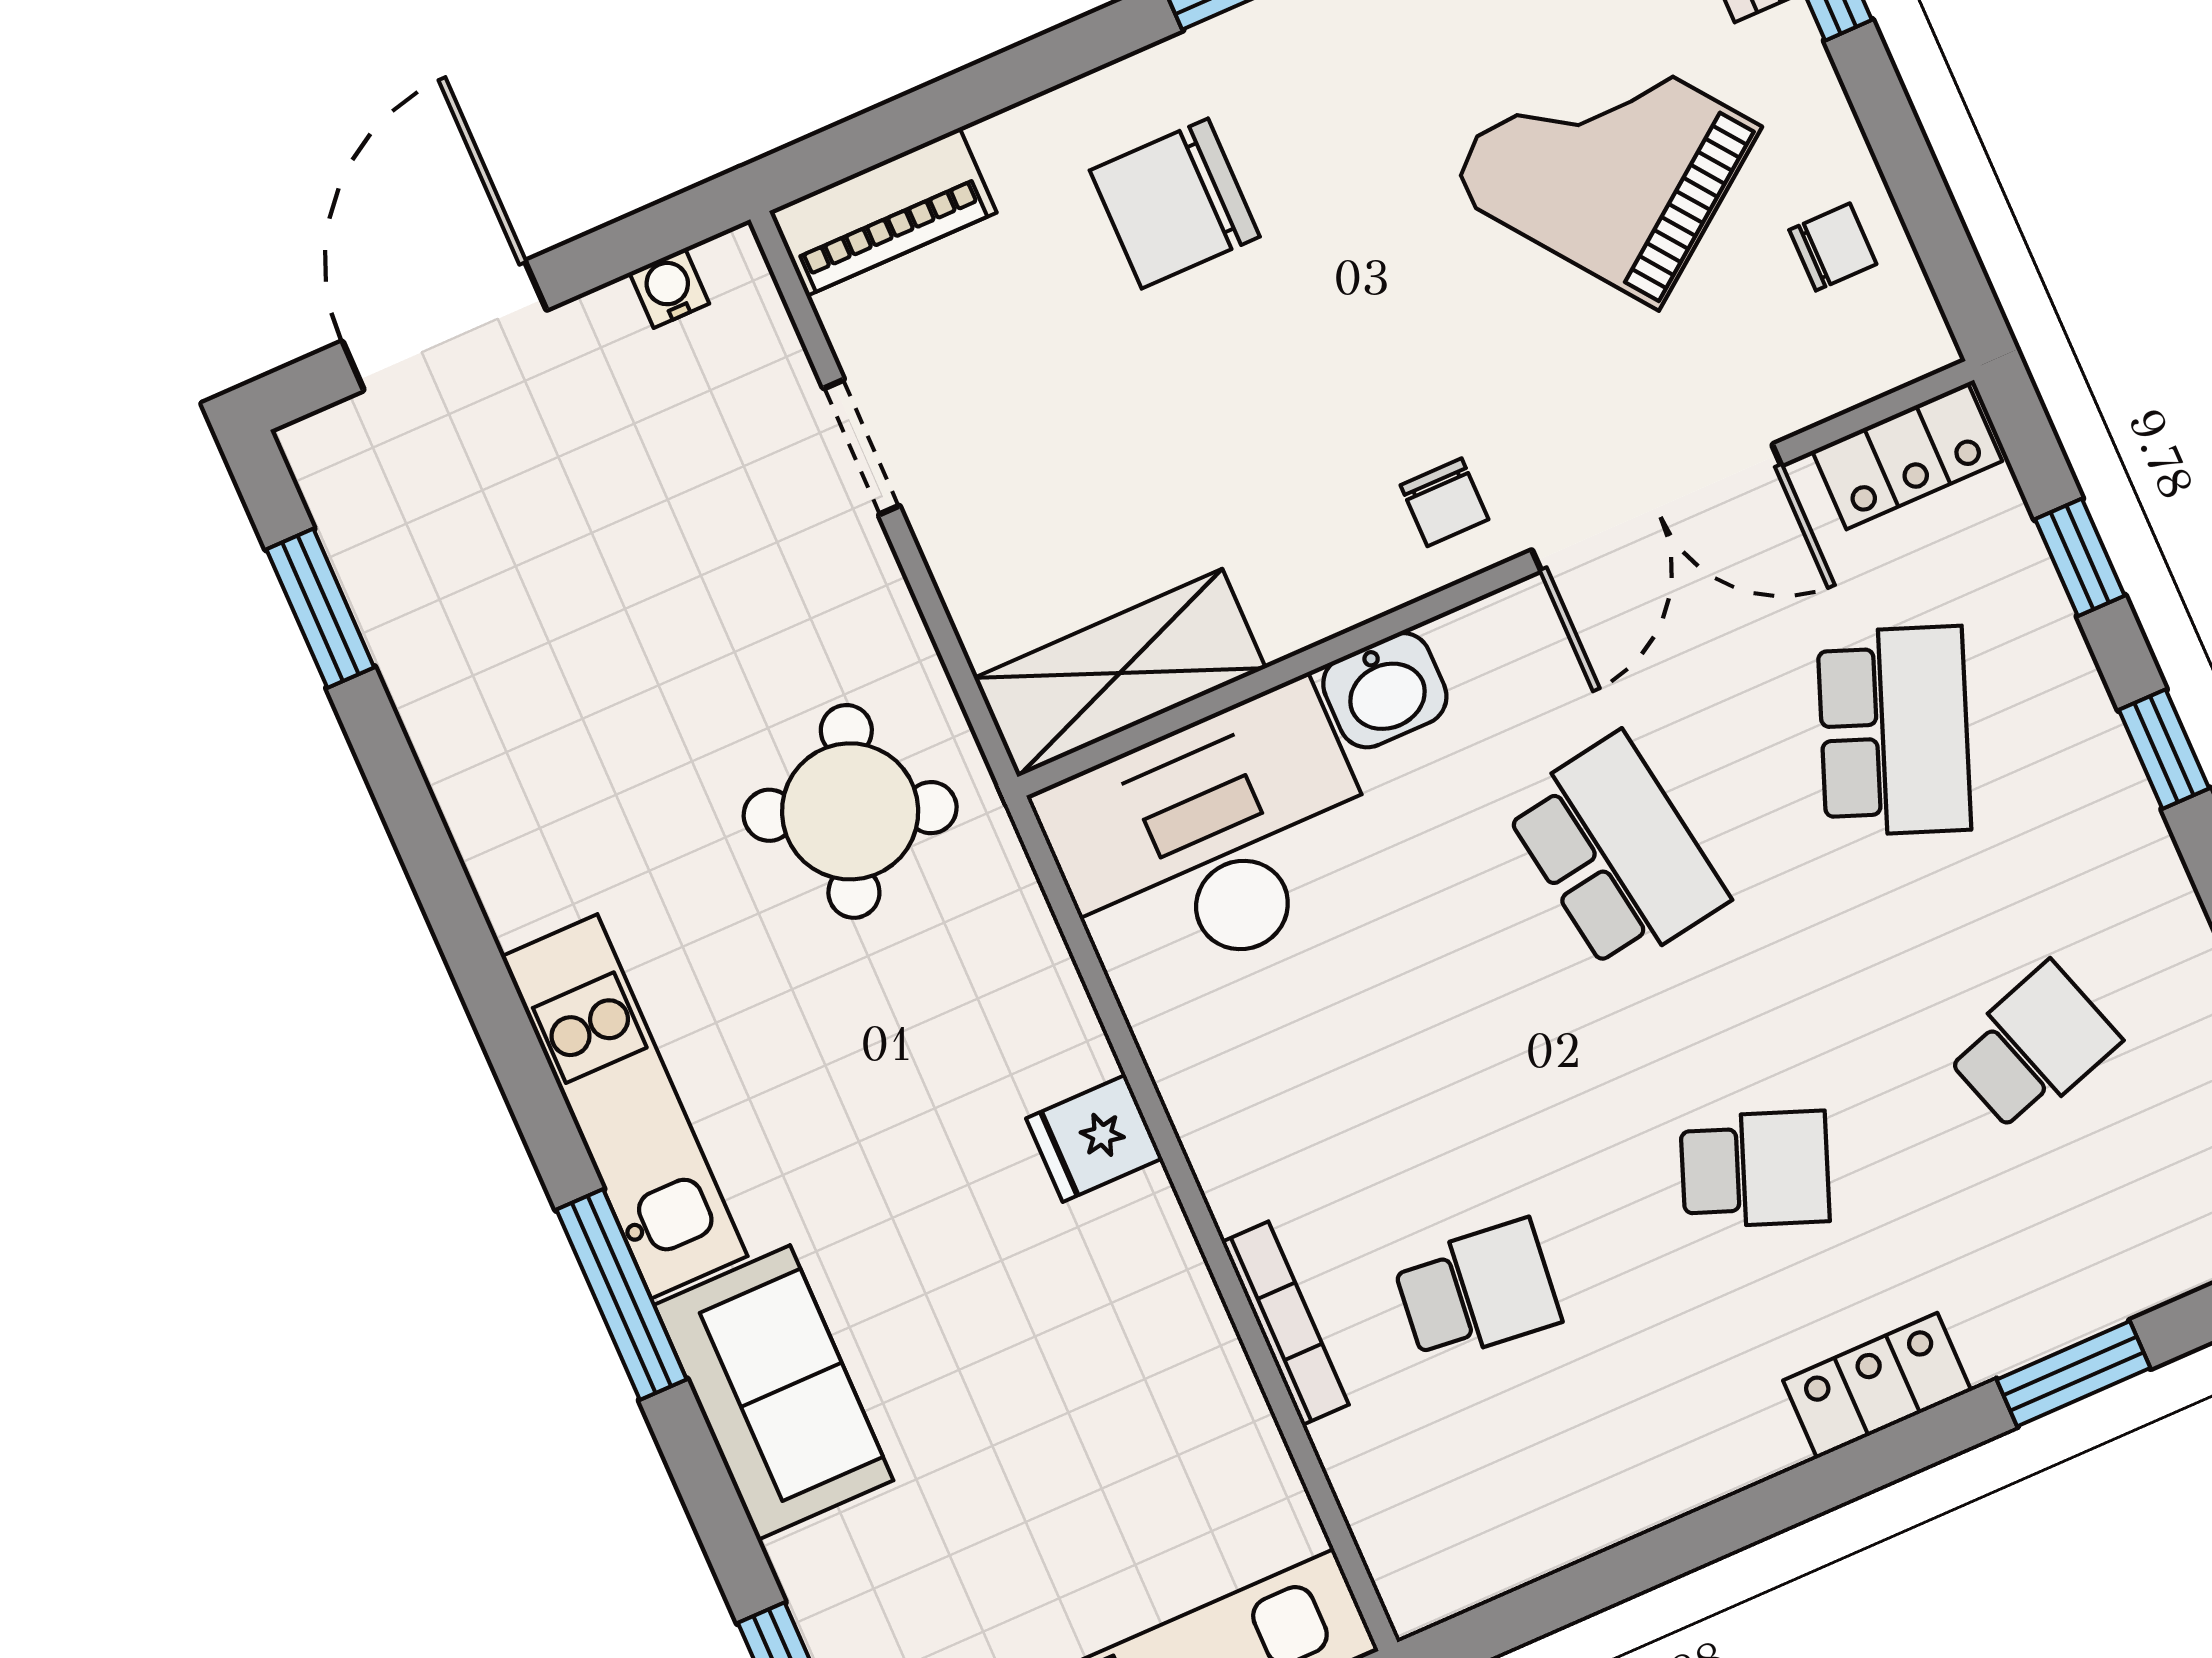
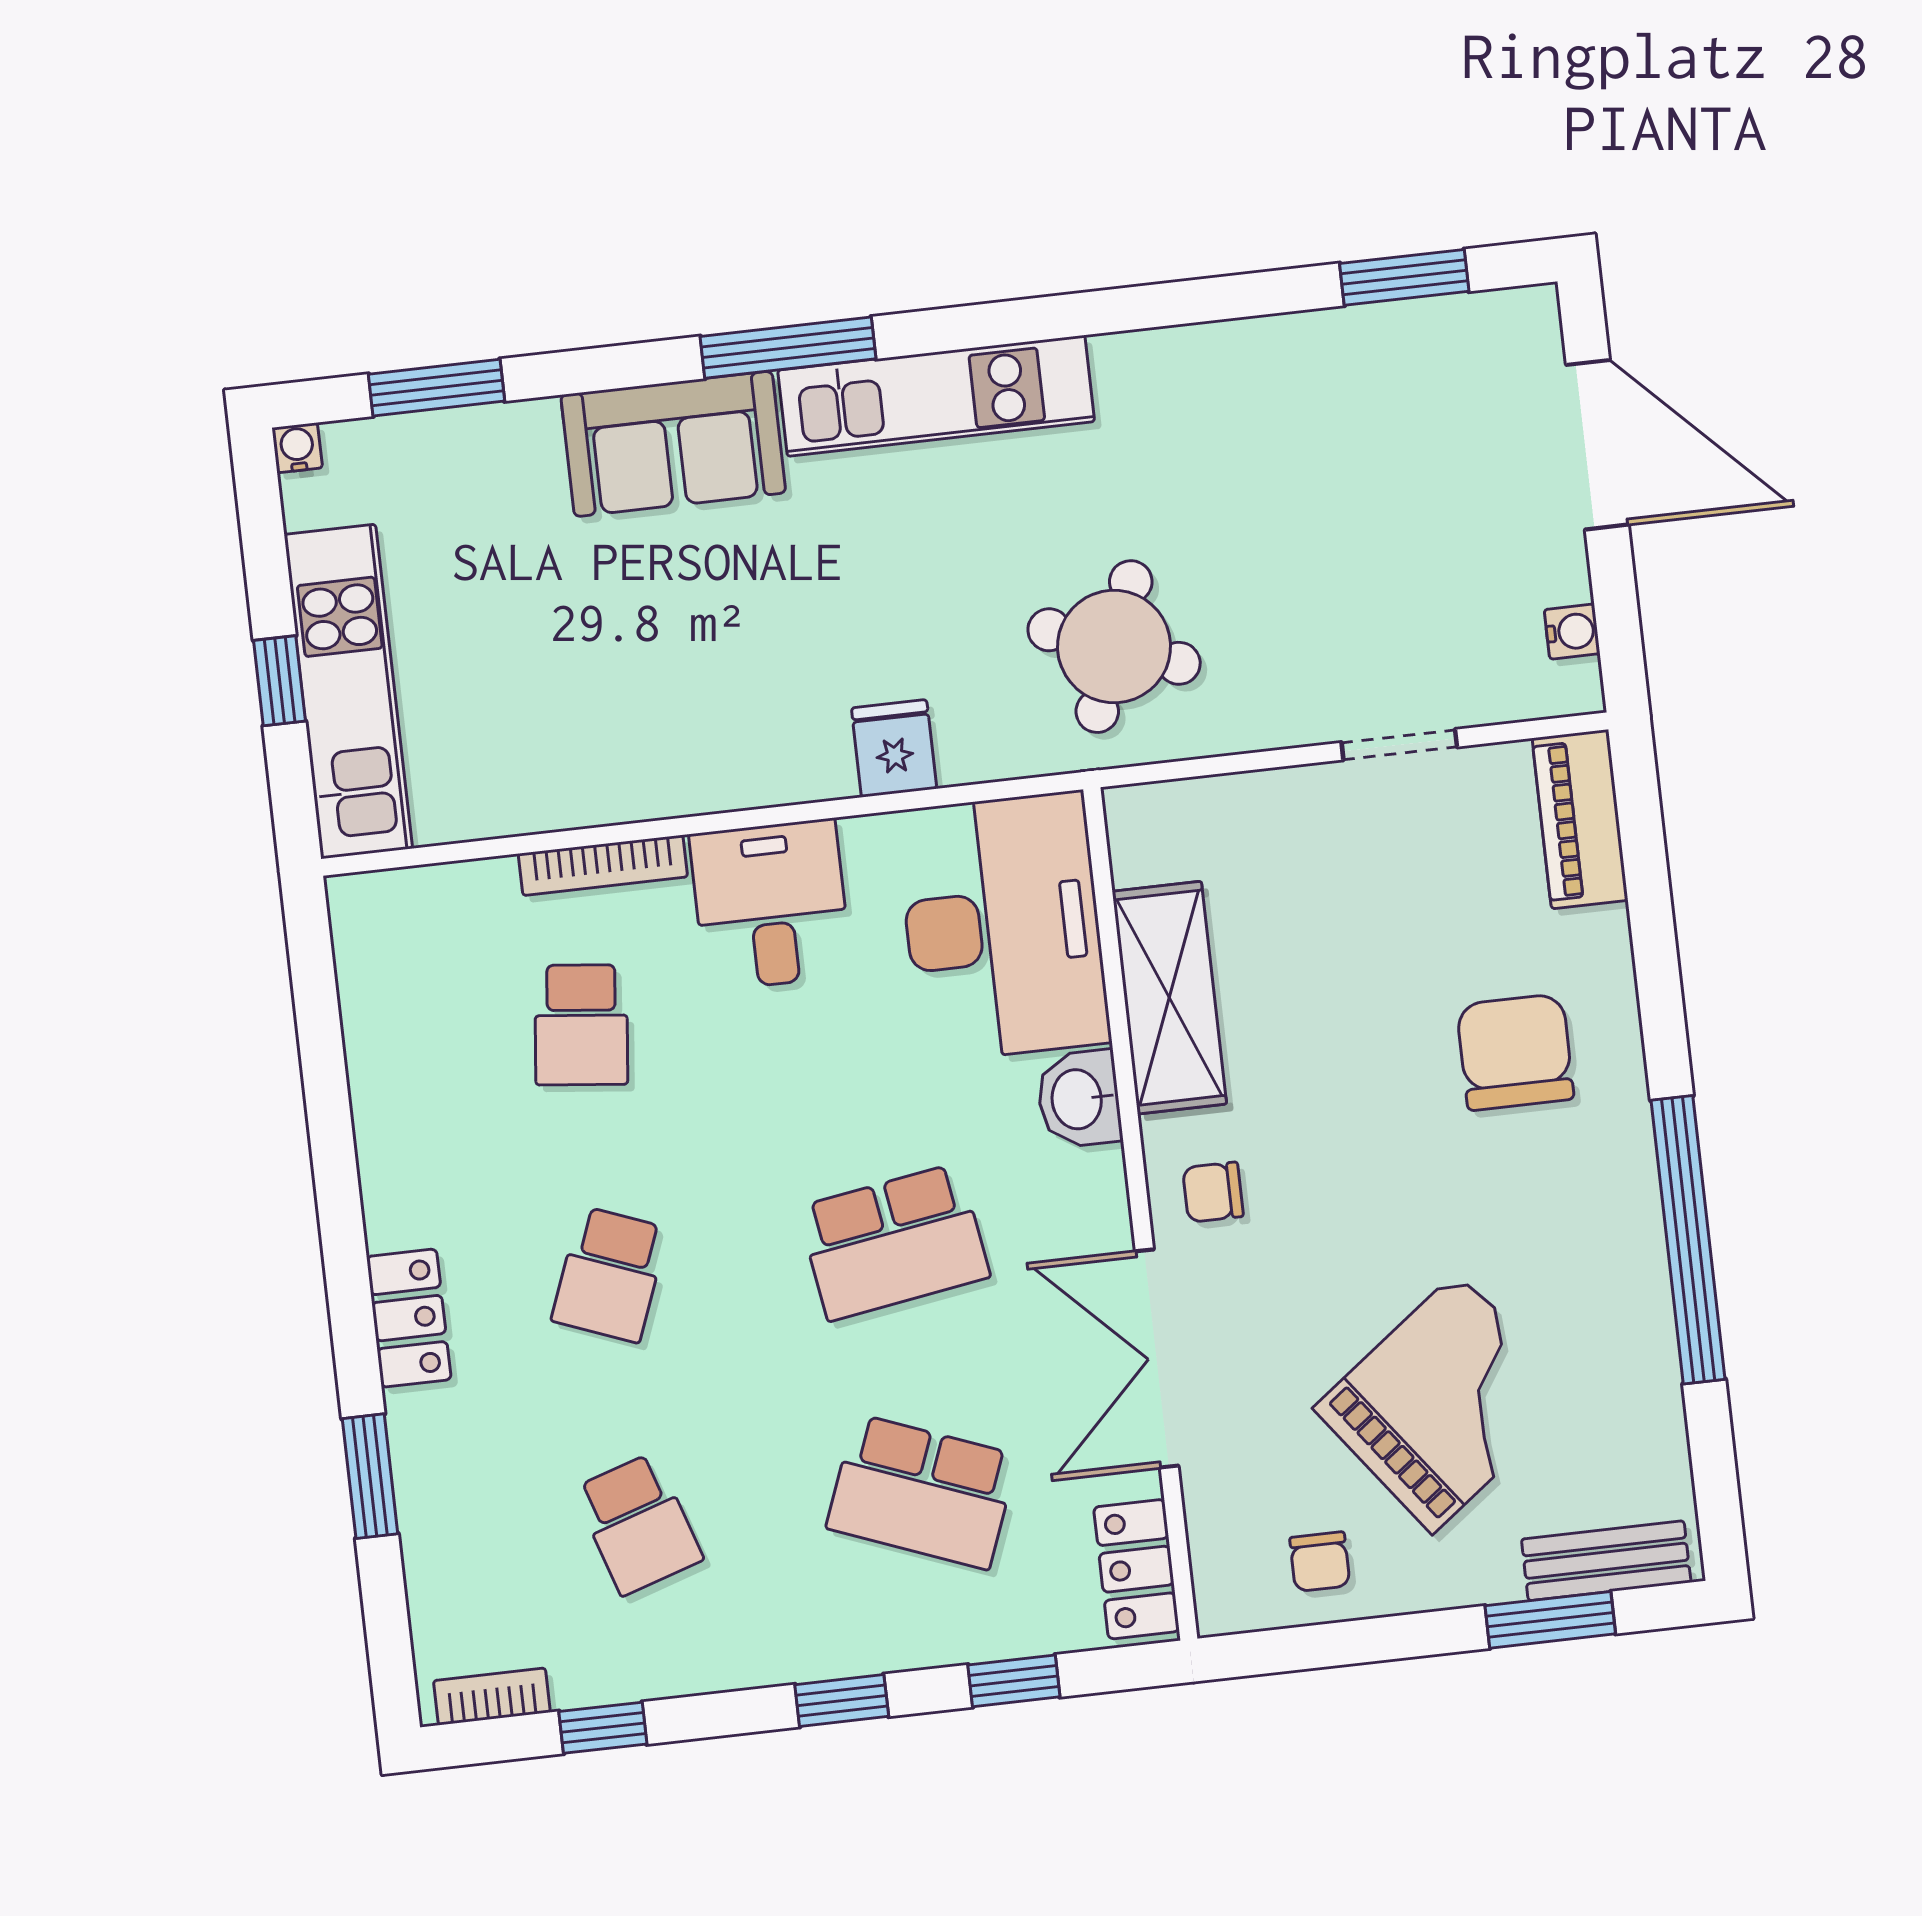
shelving: (1120, 673) -> (1169, 998), moved
desk: (1271, 1116) -> (771, 905), added
fridge: (1094, 1138) -> (894, 748), moved

